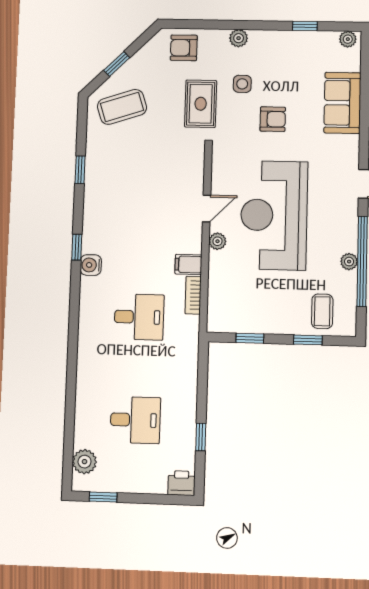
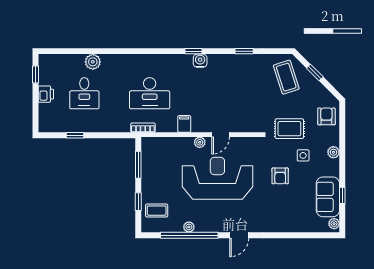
sofa: (342, 103) -> (328, 197), moved, turned -90
door: (207, 209) -> (221, 135), hinge flipped
water cooler: (91, 265) -> (200, 61), moved
bookcase: (193, 295) -> (143, 128), moved
desk: (139, 317) -> (150, 93), width x1.37
window: (250, 338) -> (138, 165), width x1.50
plant: (85, 462) -> (93, 62), moved
printer: (181, 483) -> (46, 94), moved

